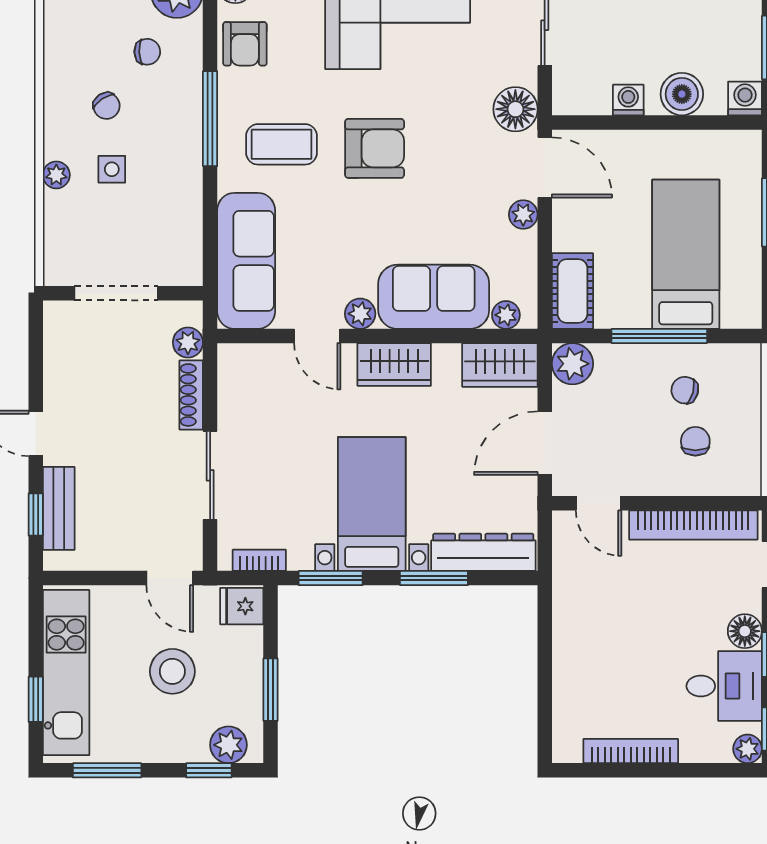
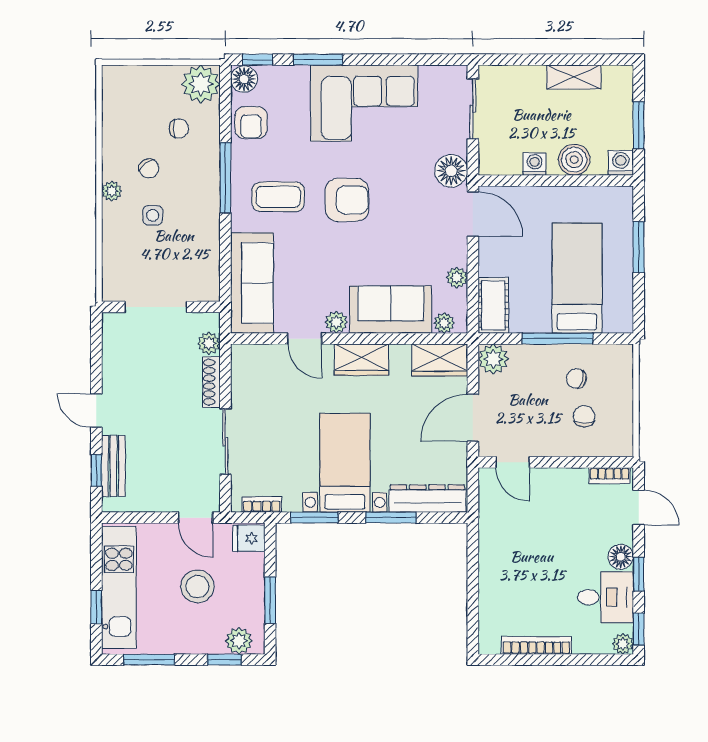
plant: (56, 175) -> (112, 191), moved
plant: (523, 215) -> (457, 278), moved
bookcase: (693, 525) -> (610, 476), width x0.43, depth x0.76

